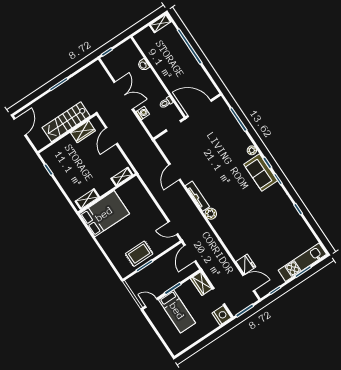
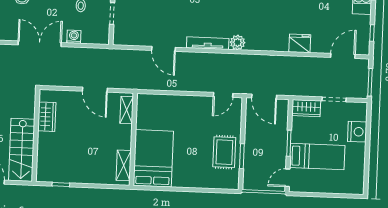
stairs: (66, 122) -> (22, 150), moved
door: (112, 136) -> (95, 90), moved
fridge: (246, 264) -> (300, 43), moved
nightstand: (222, 315) -> (357, 132), moved, turned 90

